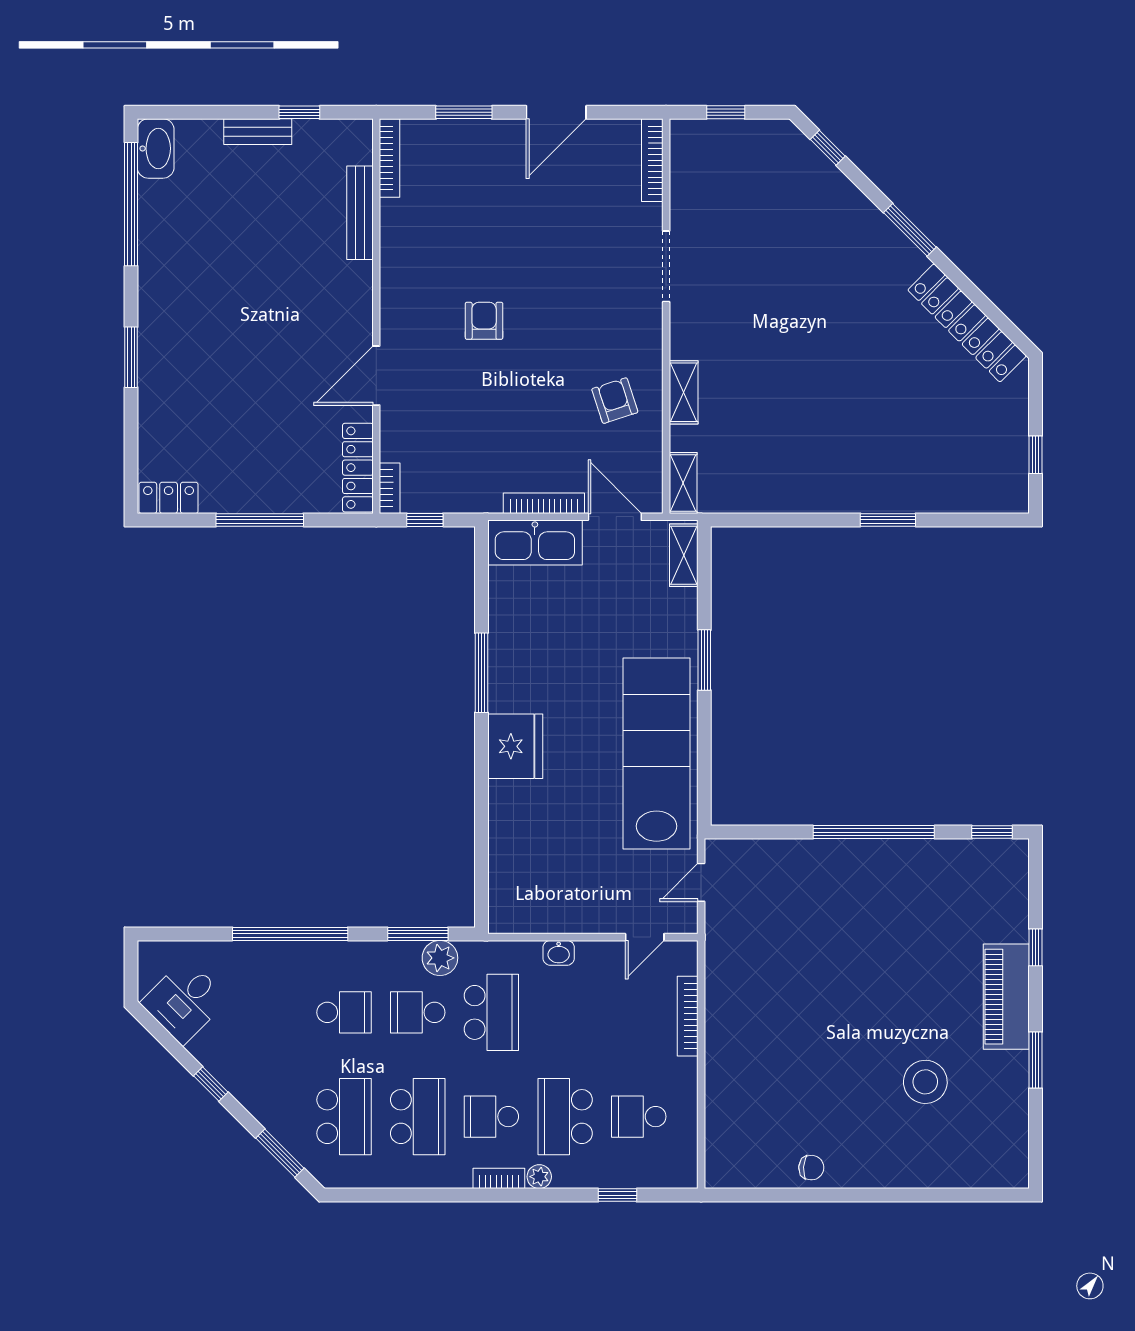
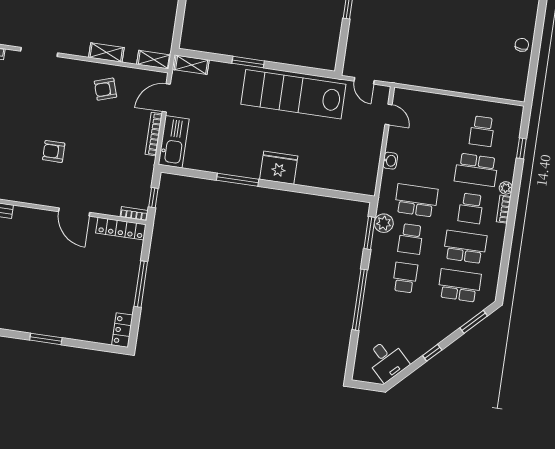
bookcase: (688, 1016) -> (433, 98), removed

